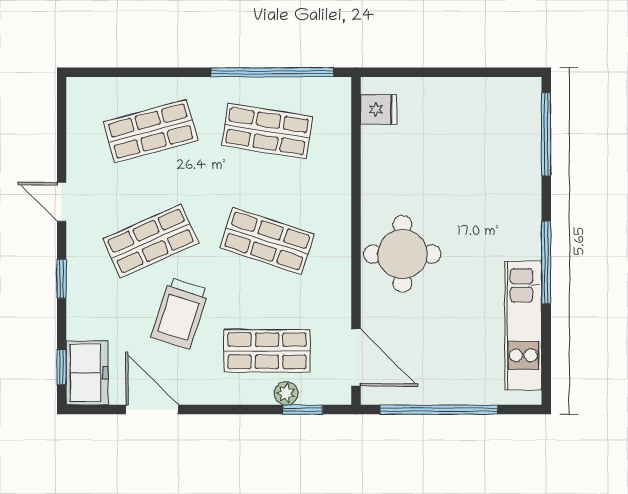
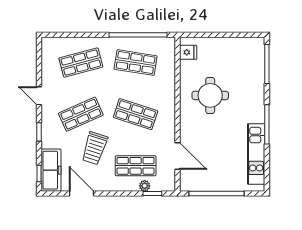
round table: (402, 254) -> (210, 95), moved
door: (356, 357) -> (177, 156), moved
freezer: (87, 373) -> (51, 170), width x1.40

